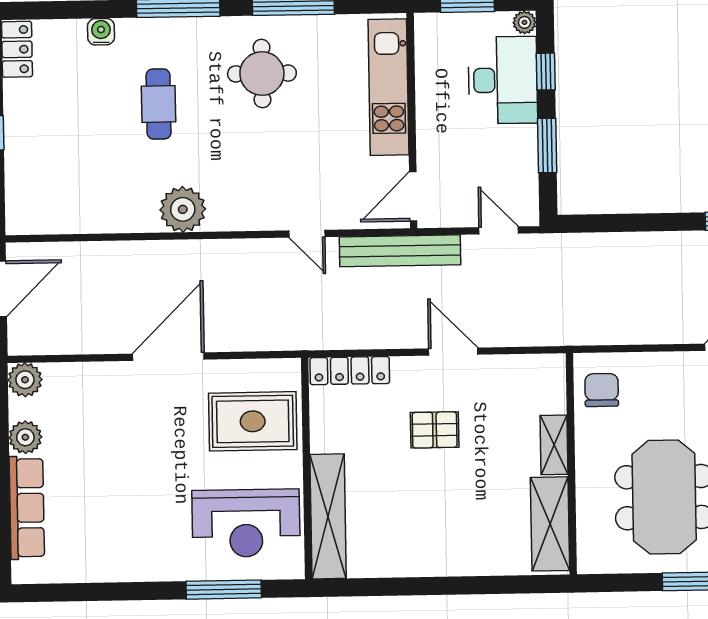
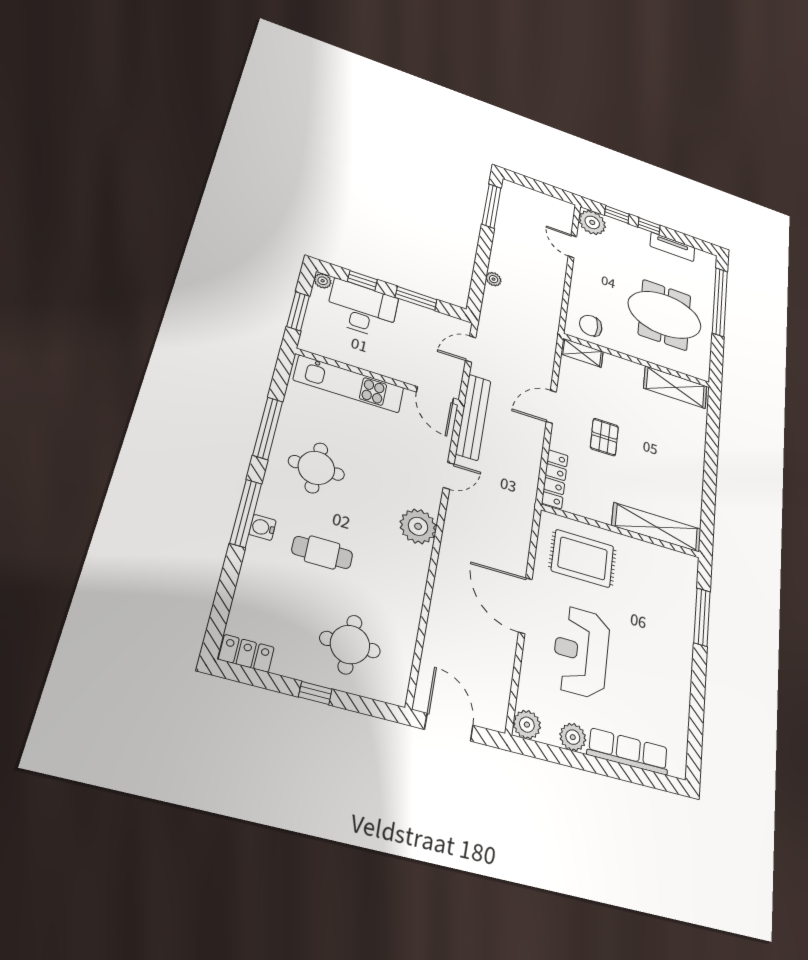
water cooler: (101, 32) -> (262, 527), moved
round table: (60, 159) -> (350, 645), added
plant: (183, 209) -> (418, 526), moved
plant: (621, 243) -> (494, 279), added
rug: (253, 421) -> (583, 558), turned 90
shelving: (554, 445) -> (582, 353), moved
reception desk: (246, 523) -> (581, 652), moved, turned 180

